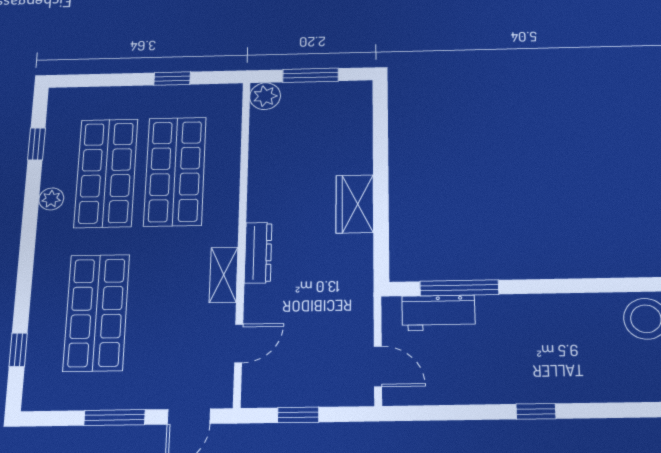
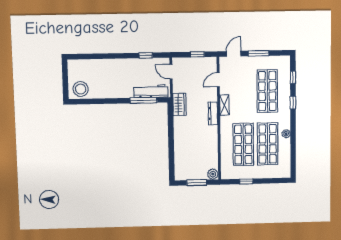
window: (37, 144) -> (293, 103), moved
wardrobe: (355, 204) -> (179, 104), moved
workbench: (438, 313) -> (151, 91), width x1.38
window: (536, 411) -> (146, 55), moved

